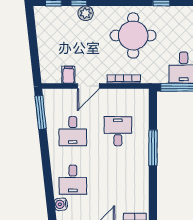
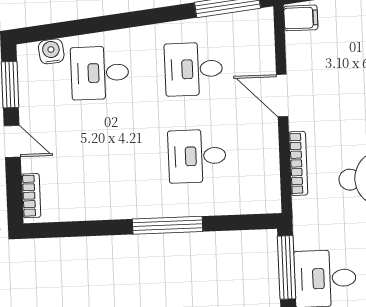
filing cabinet: (68, 75) -> (301, 18), moved
desk: (118, 131) -> (197, 156), turned 180

